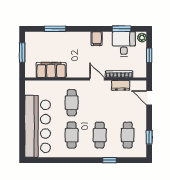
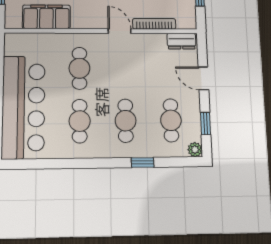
dresser: (121, 85) -> (181, 41), moved
door: (149, 98) -> (203, 78), moved
plant: (142, 153) -> (195, 150), added

